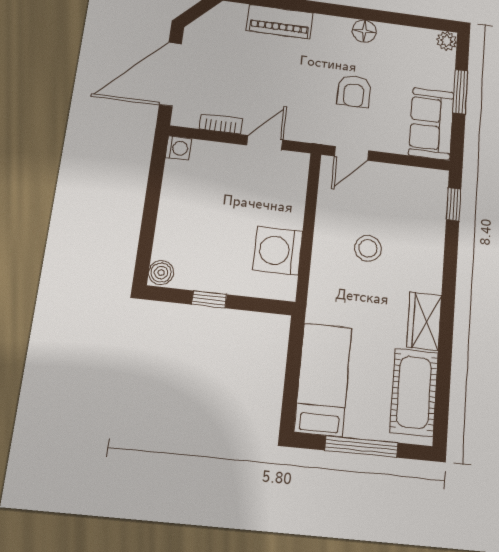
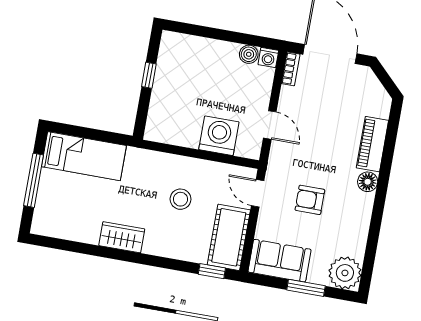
floor lamp: (364, 31) -> (368, 182), moved
plant: (447, 41) -> (345, 273), width x1.88, depth x1.88
bookcase: (221, 124) -> (291, 69), moved
washing machine: (278, 251) -> (219, 136), moved
boiler: (161, 273) -> (249, 54), moved
cot: (414, 392) -> (229, 237), moved, turned 90

